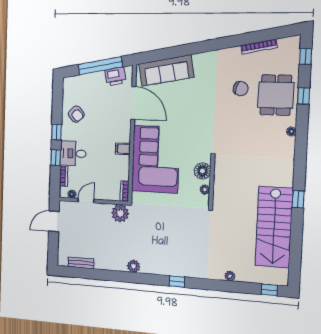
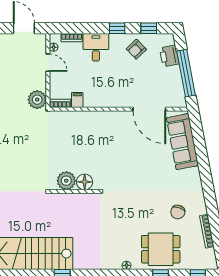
printer: (115, 76) -> (169, 56), moved
chair: (241, 89) -> (178, 212), moved
door: (133, 103) -> (149, 109), hinge flipped
filing cabinet: (123, 149) -> (77, 100), moved
window: (56, 158) -> (149, 28), moved
corner sofa: (156, 159) -> (94, 134), removed
plant: (205, 190) -> (66, 181), width x1.87, depth x1.87

